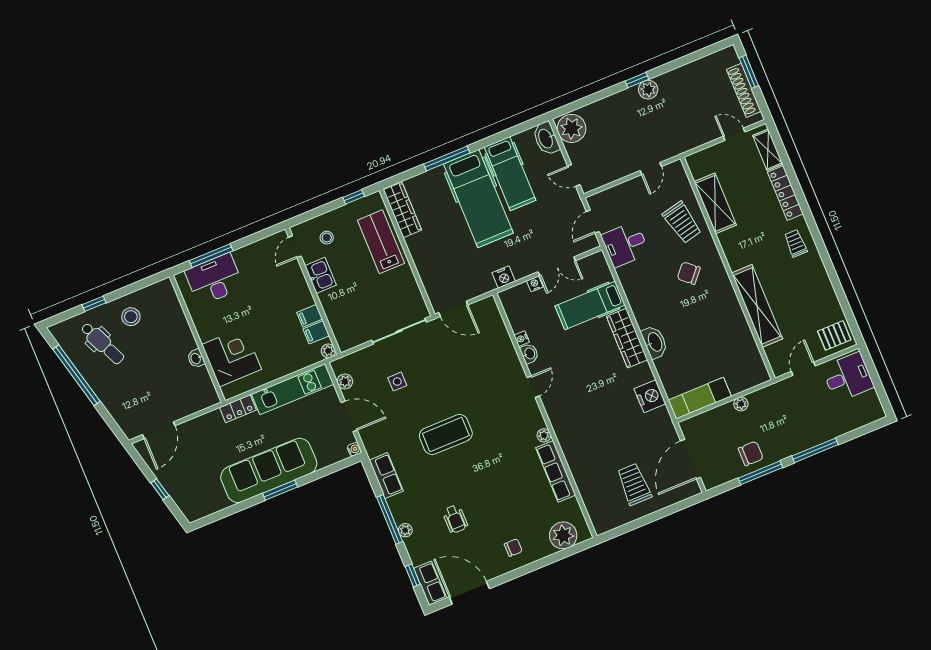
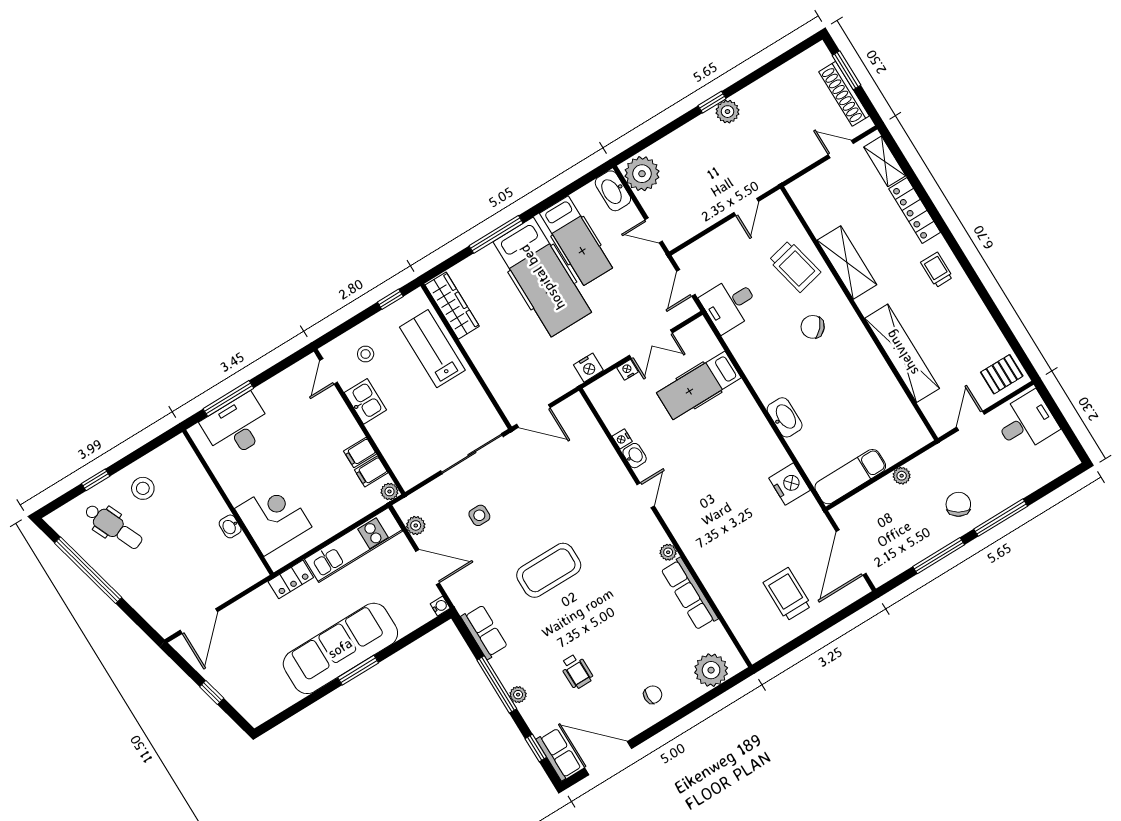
shelving: (715, 203) -> (847, 263), moved
wardrobe: (627, 338) -> (750, 418), removed
chair: (751, 453) -> (958, 504), moved, turned -59

